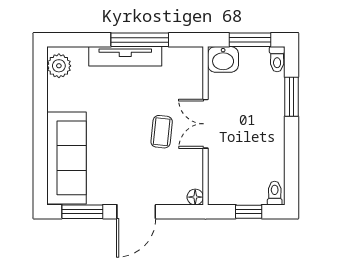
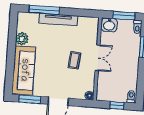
window: (140, 40) -> (44, 10), moved
plant: (59, 66) -> (22, 39), moved
double door: (206, 124) -> (98, 58), swing flipped

